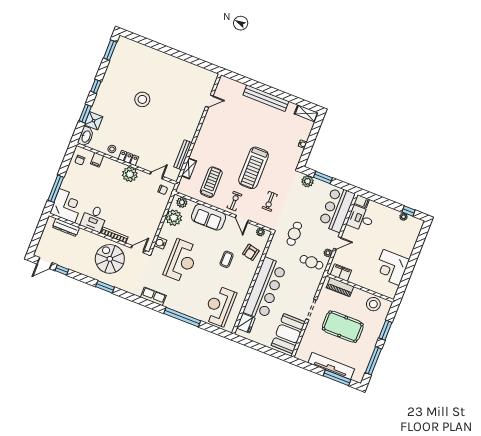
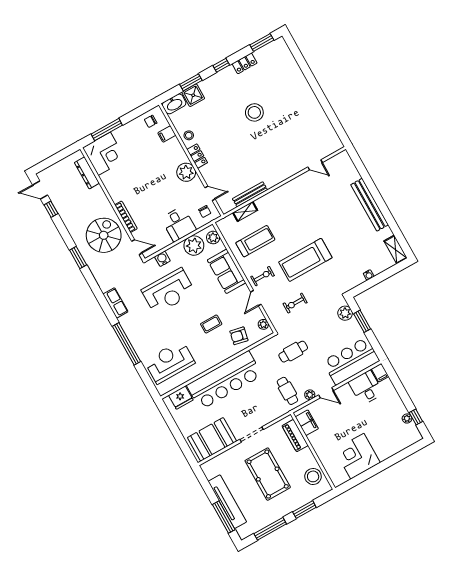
locker: (110, 73) -> (245, 63), added
desk: (94, 218) -> (179, 224), moved, turned -90

